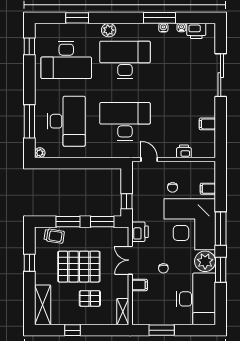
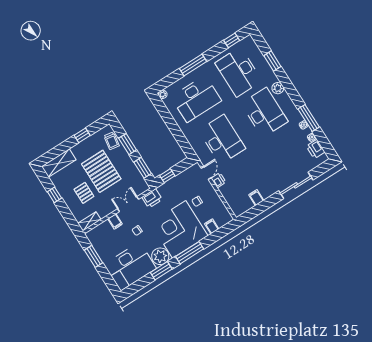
window: (29, 121) -> (193, 65), moved
printer: (184, 151) -> (218, 180), moved

